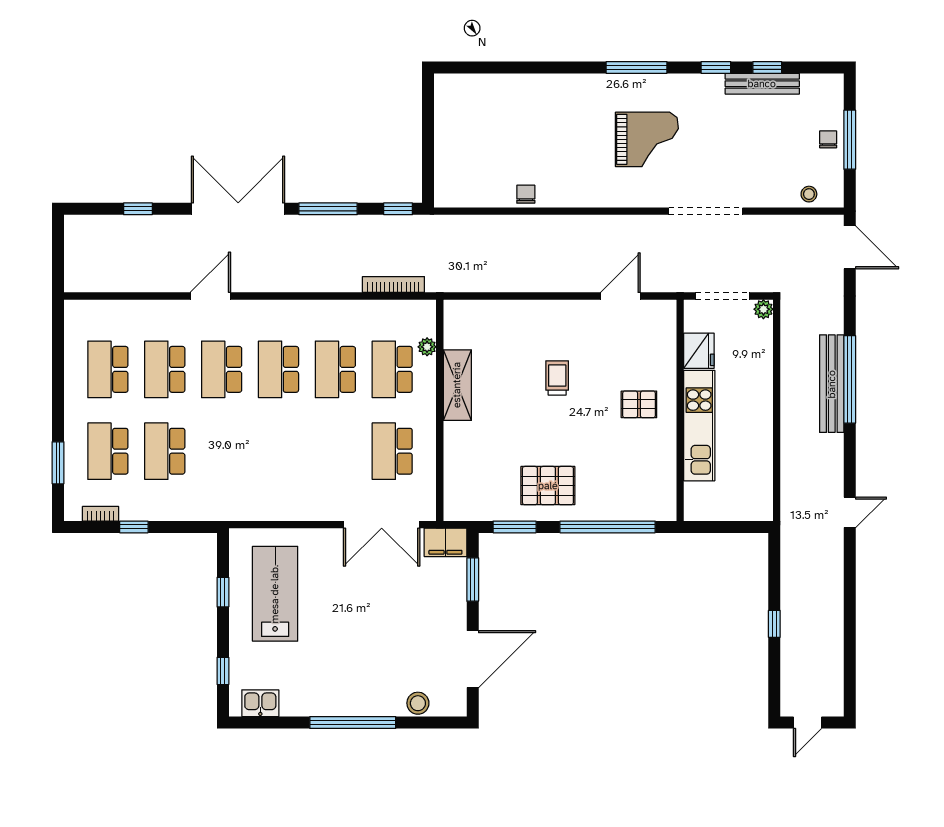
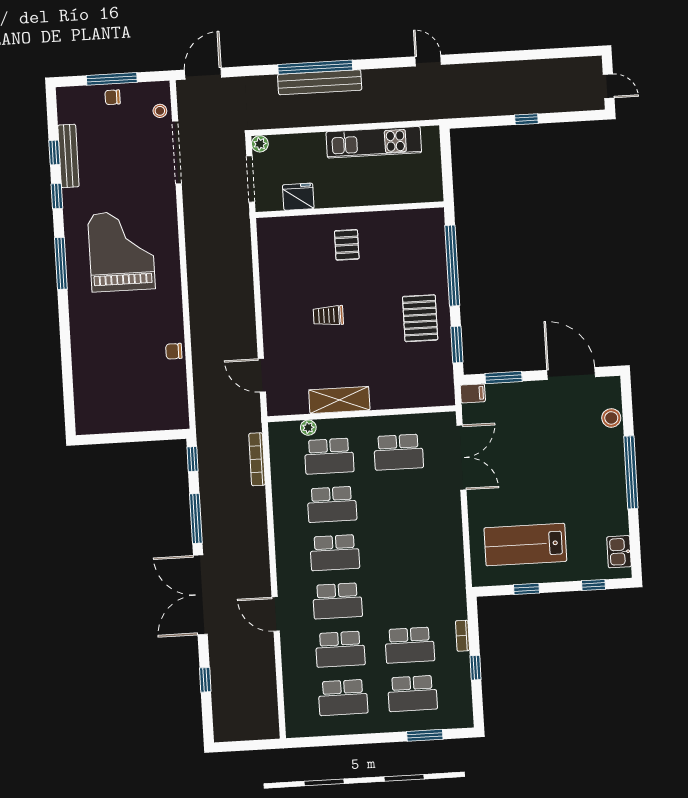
grand piano: (647, 139) -> (121, 251), width x1.37, depth x1.48
doorway: (706, 211) -> (177, 152), moved
door: (620, 296) -> (262, 375), moved
kitchen unit: (699, 426) -> (374, 142), moved, turned 180
bookcase: (101, 514) -> (462, 636), moved
filing cabinet: (445, 542) -> (473, 393), width x0.50

